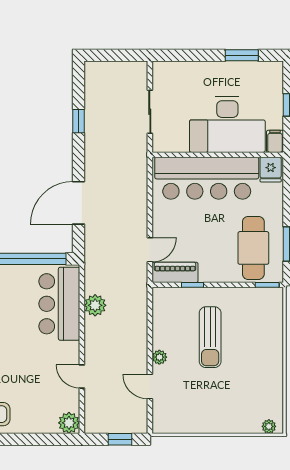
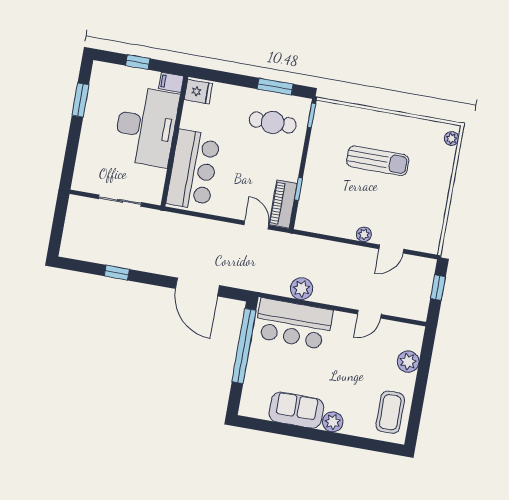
bar counter: (207, 178) -> (193, 170), width x0.73
cafe table: (253, 248) -> (273, 122), width x0.73, depth x0.74
sun lounger: (210, 337) -> (378, 161), moved
plant: (69, 423) -> (408, 362), moved

